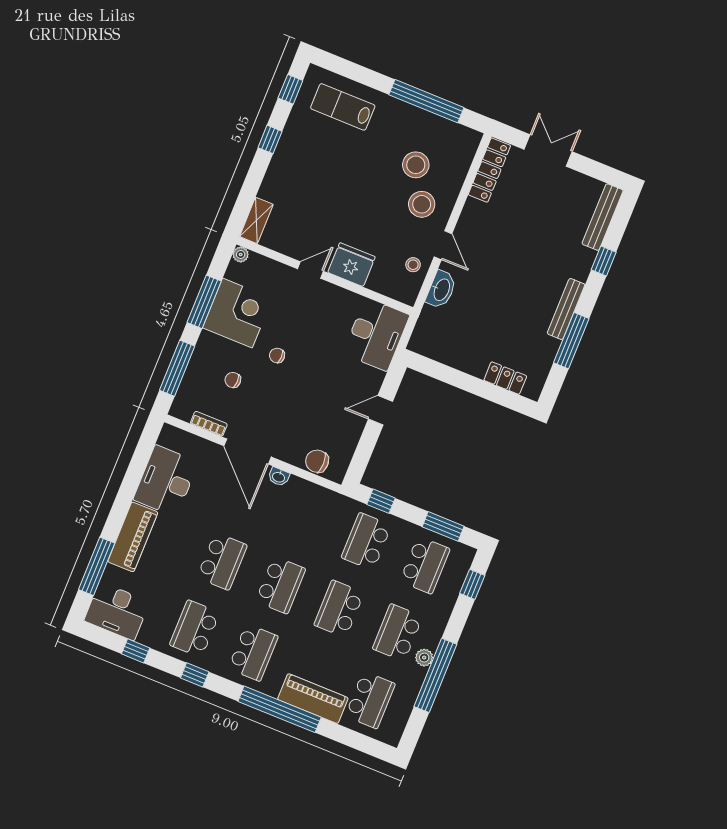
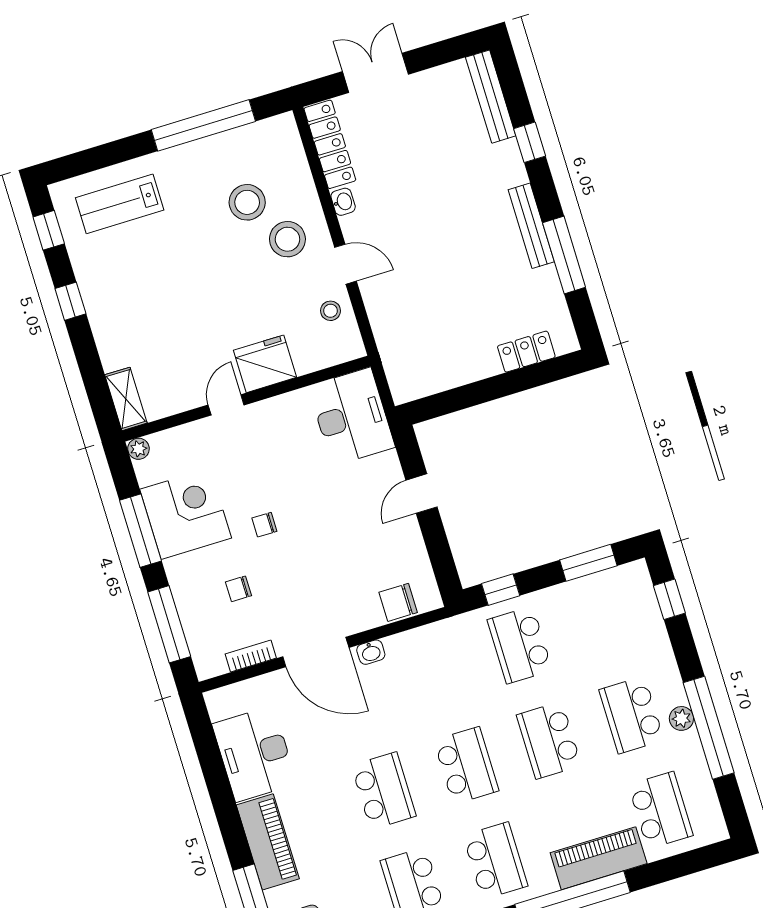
washbasin: (441, 290) -> (343, 202), moved, width x0.52, depth x0.69
school desk: (425, 565) -> (602, 620), removed

